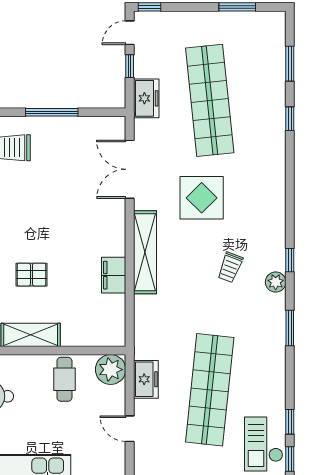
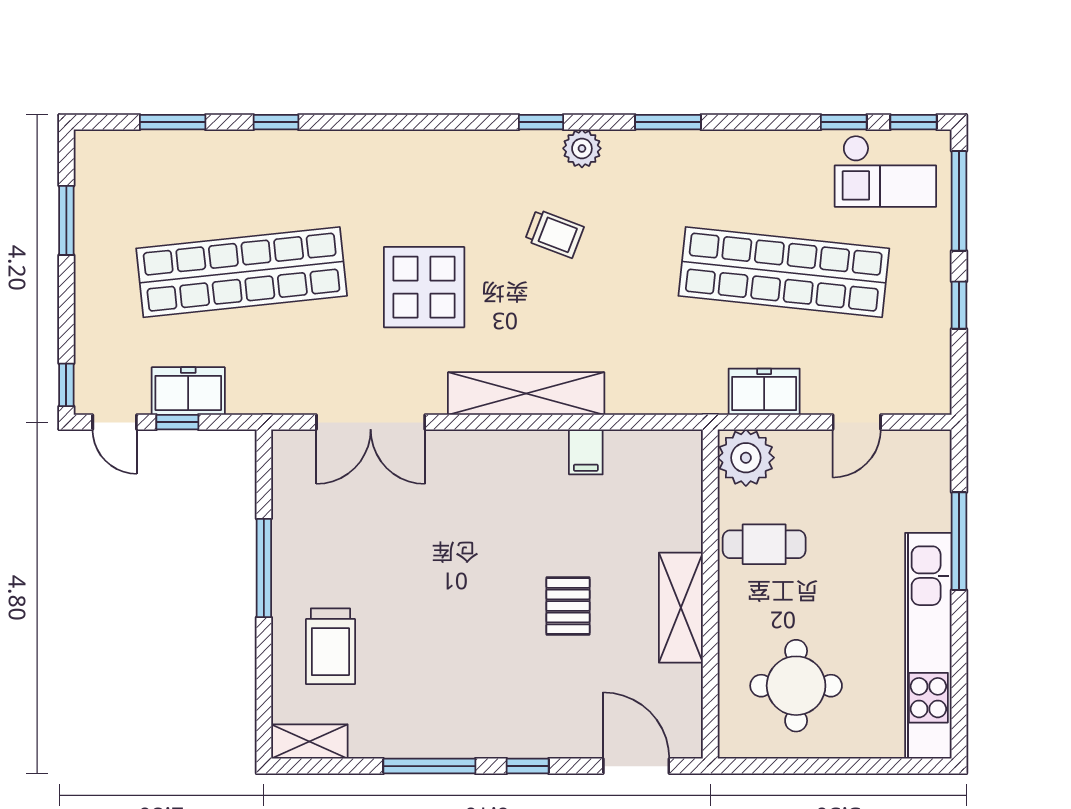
freezer: (146, 98) -> (188, 391), moved
filing cabinet: (114, 275) -> (586, 452), width x0.50

